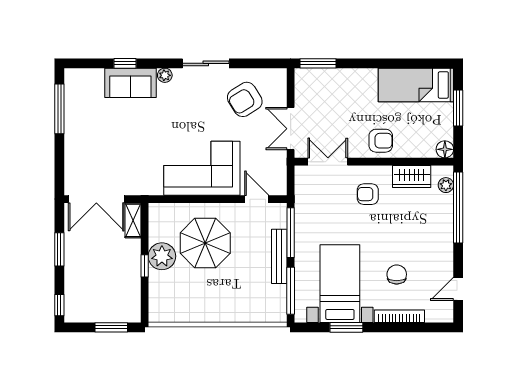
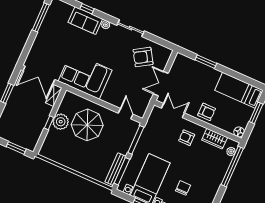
window: (318, 63) -> (206, 62), moved
corner sofa: (202, 168) -> (85, 76), moved
bench: (279, 256) -> (115, 169), moved

